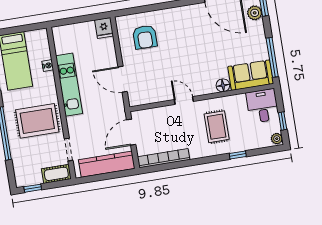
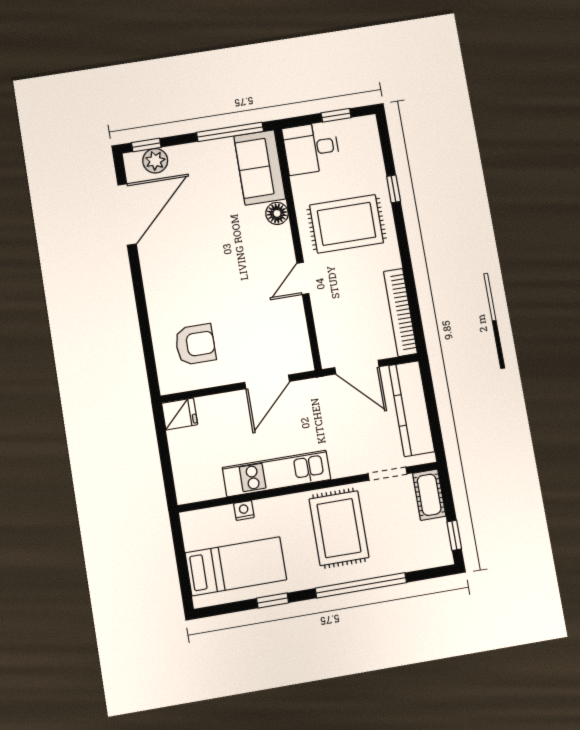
rug: (217, 127) -> (347, 224), width x1.36, depth x1.43
plant: (277, 139) -> (366, 125), removed

